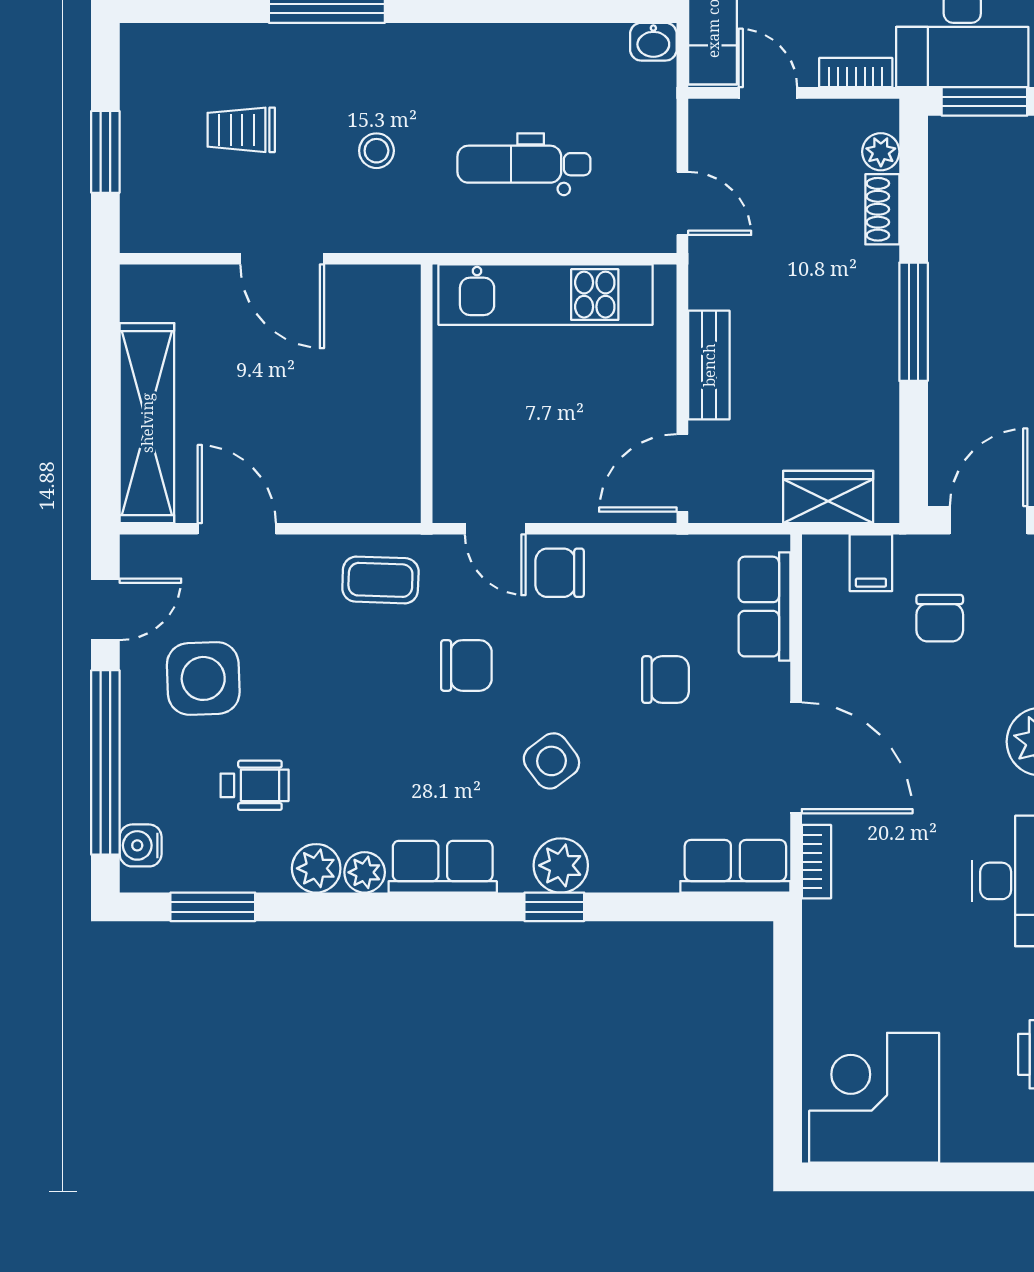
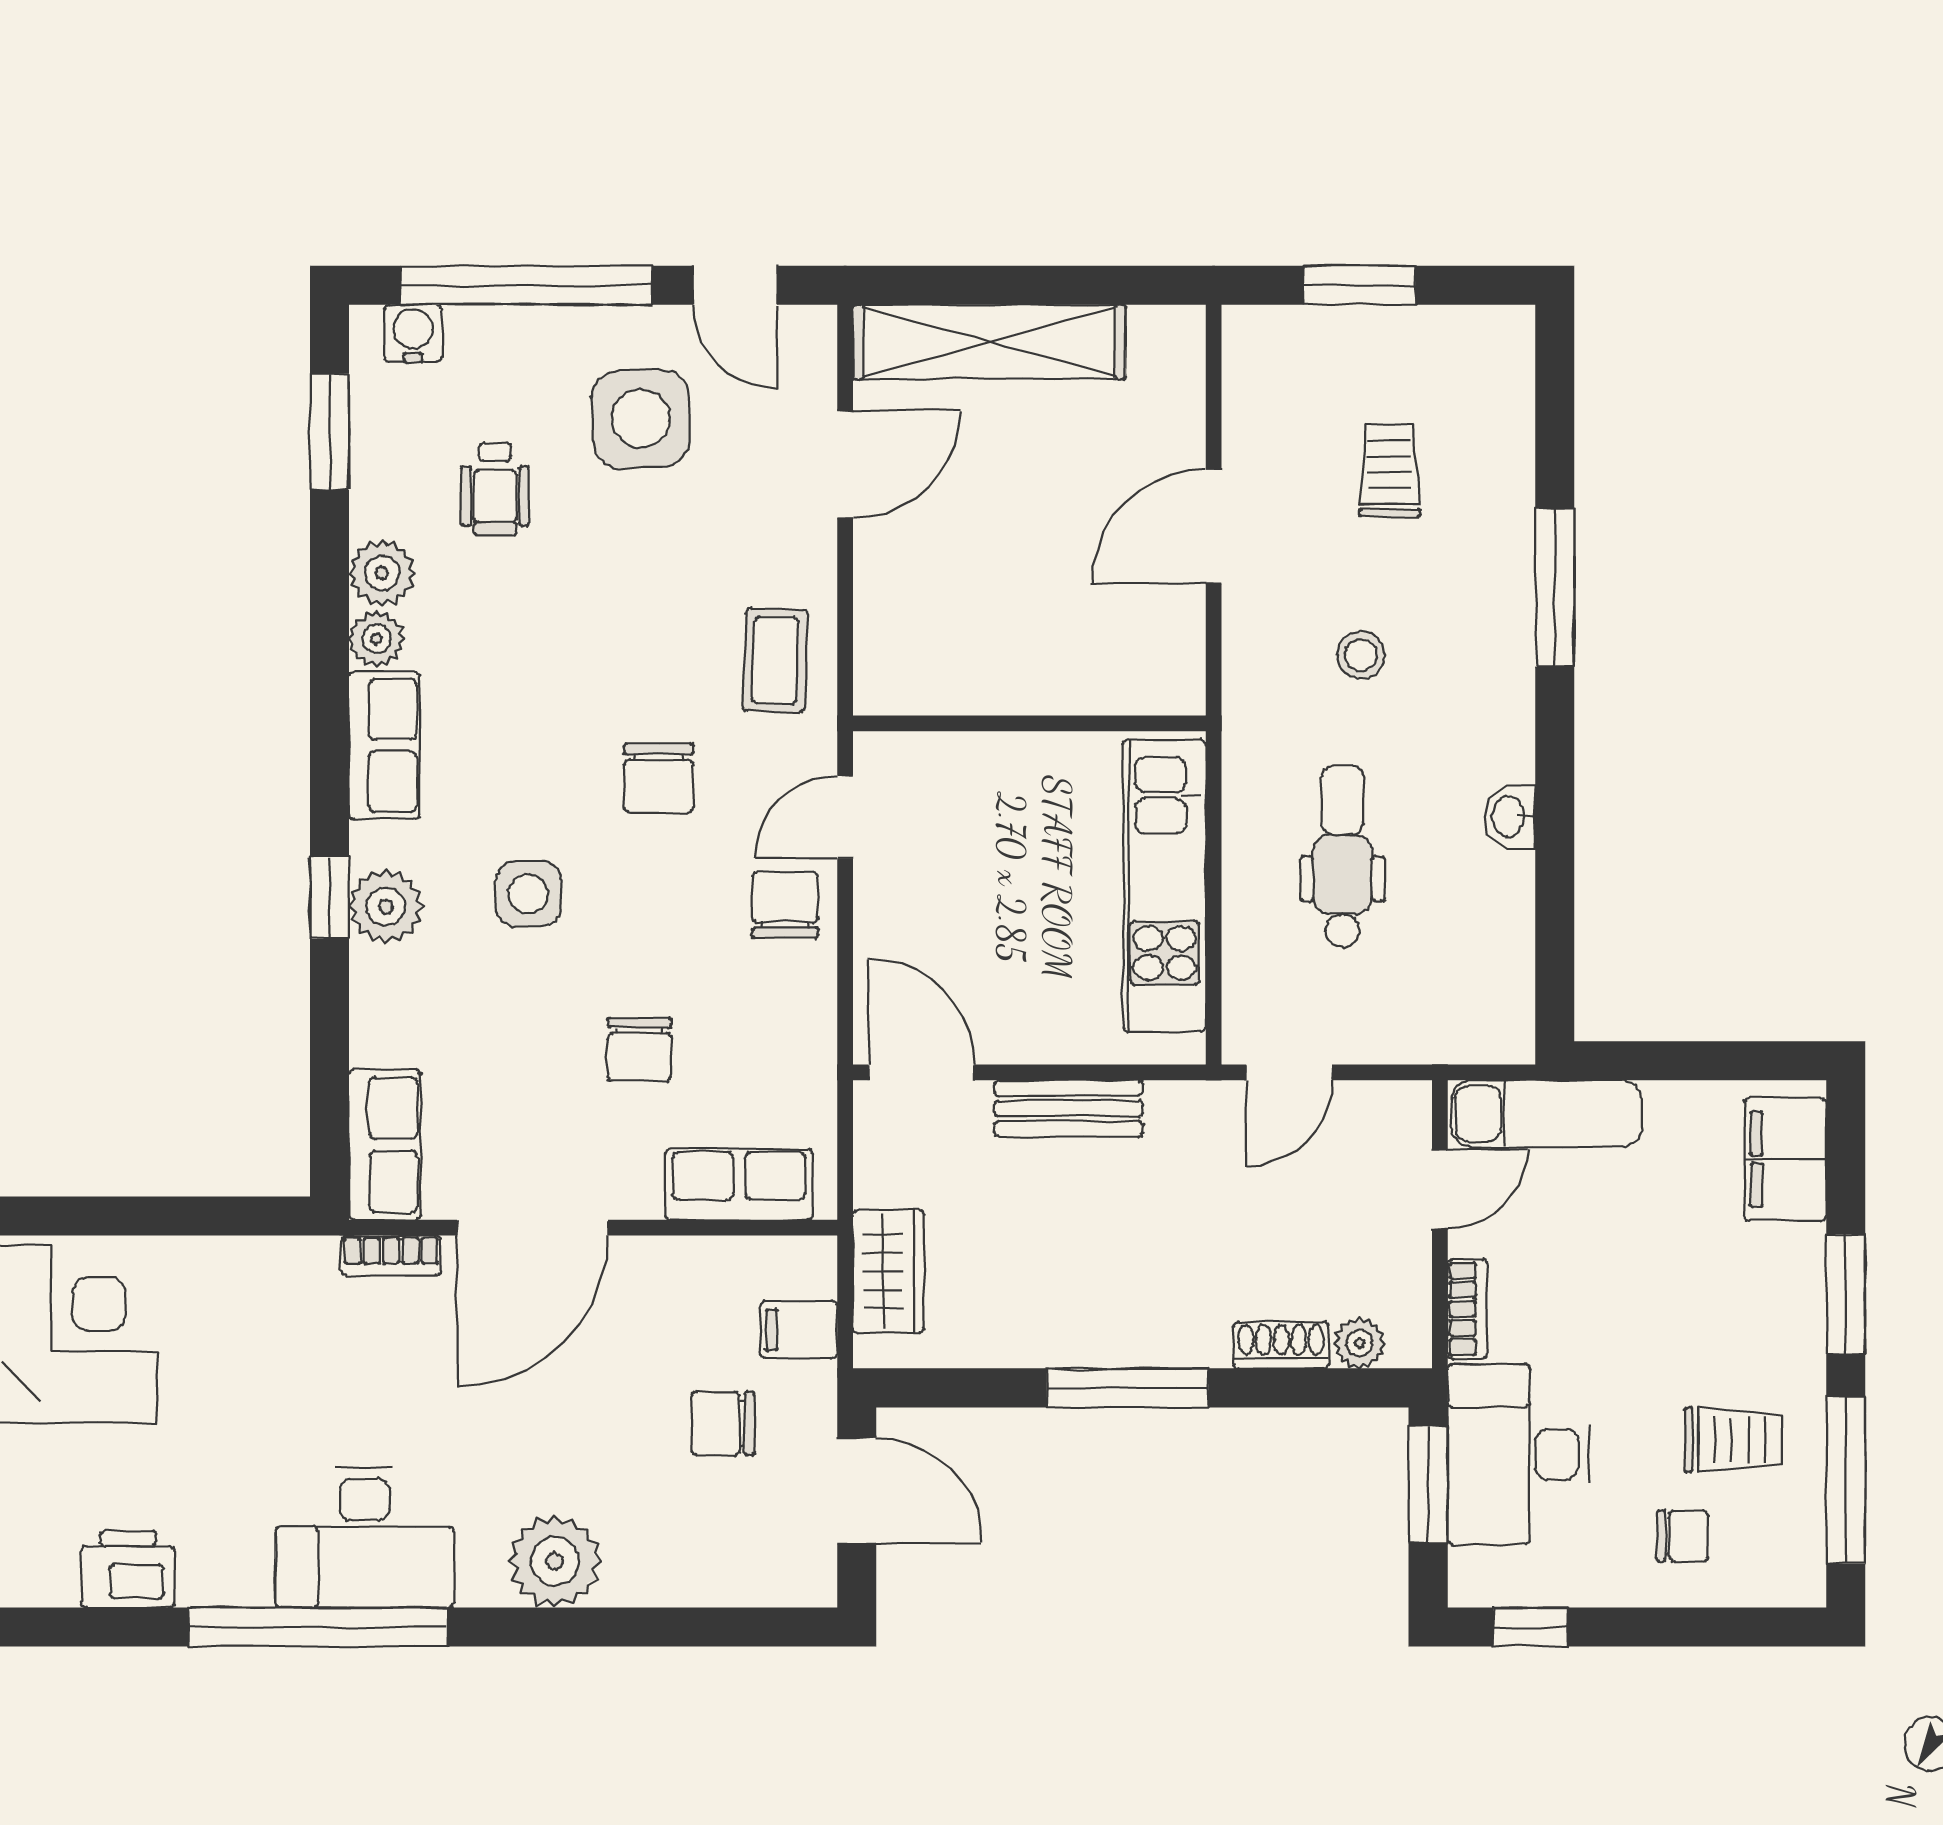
washbasin: (653, 42) -> (1510, 816), moved
side table: (551, 761) -> (528, 894), turned 37

